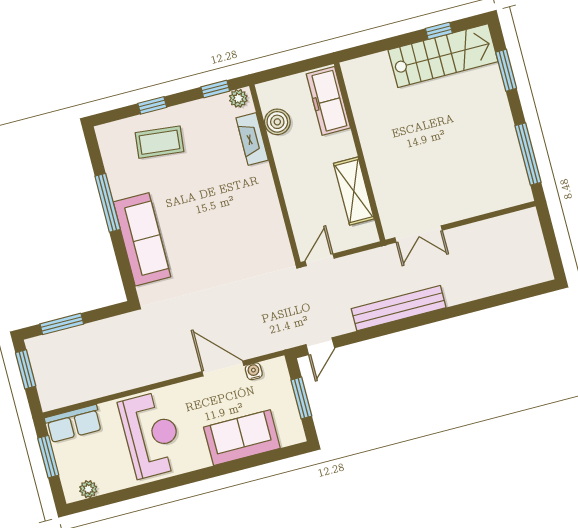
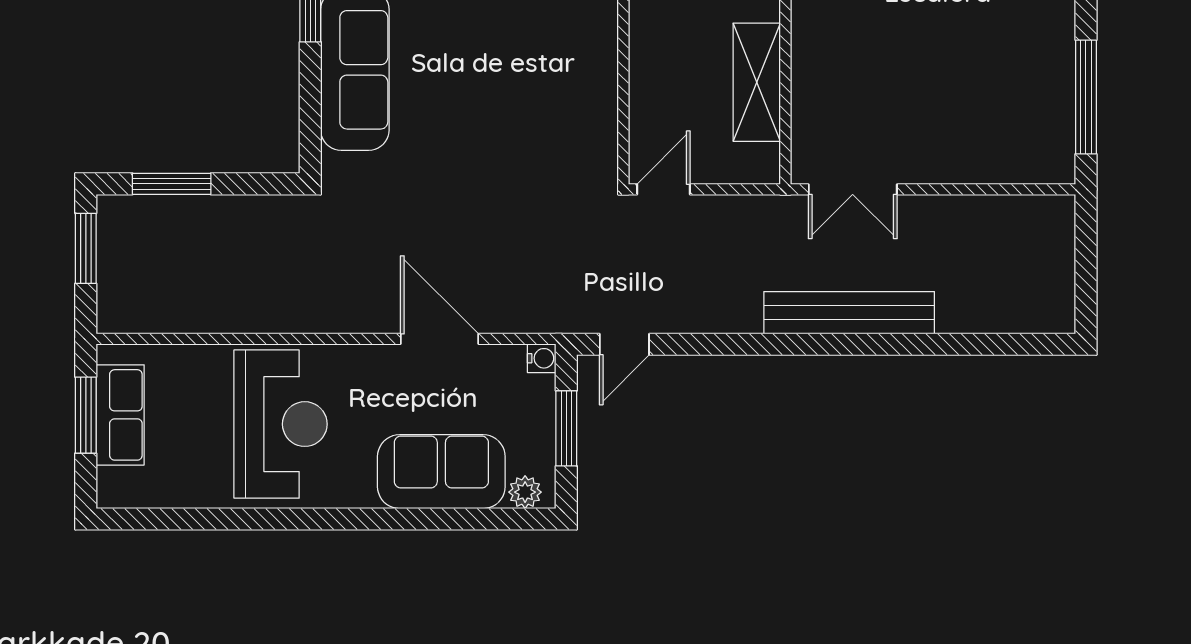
bench: (399, 308) -> (849, 313), moved
water cooler: (254, 371) -> (542, 358), moved, turned 90
row of seats: (74, 424) -> (120, 415), moved, turned -90
plant: (88, 489) -> (525, 492), moved

